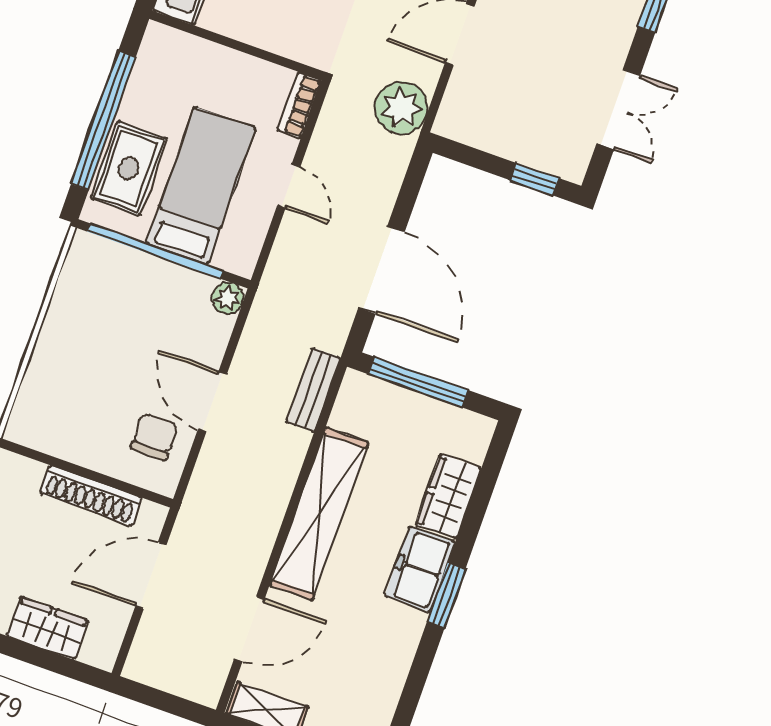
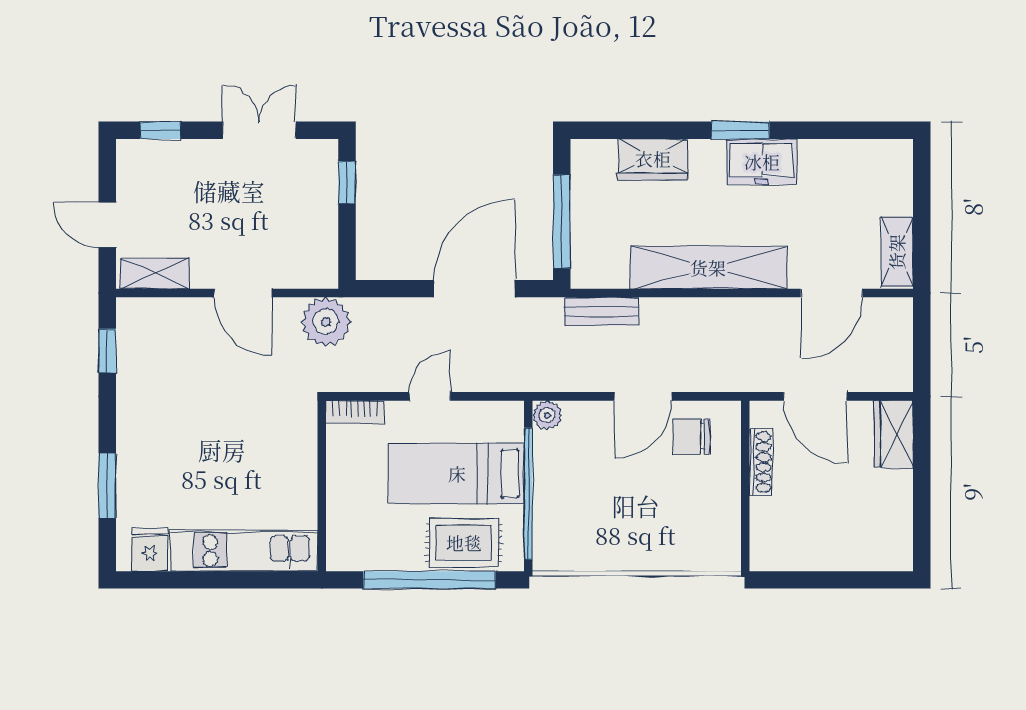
shoe rack: (91, 495) -> (761, 462), width x0.74, depth x0.81
freezer: (420, 569) -> (762, 162), moved
wardrobe: (48, 628) -> (894, 434), moved
door: (249, 629) -> (832, 293), swing flipped

